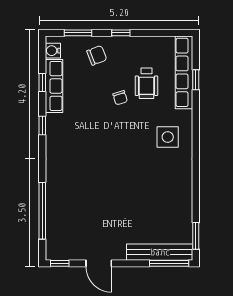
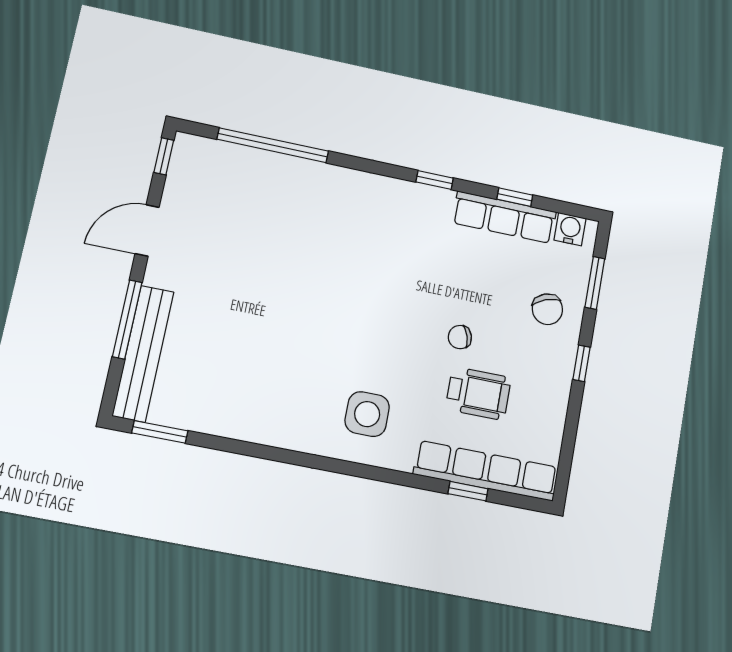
wheelchair: (146, 83) -> (478, 393), turned 180
window: (169, 263) -> (127, 319), moved

